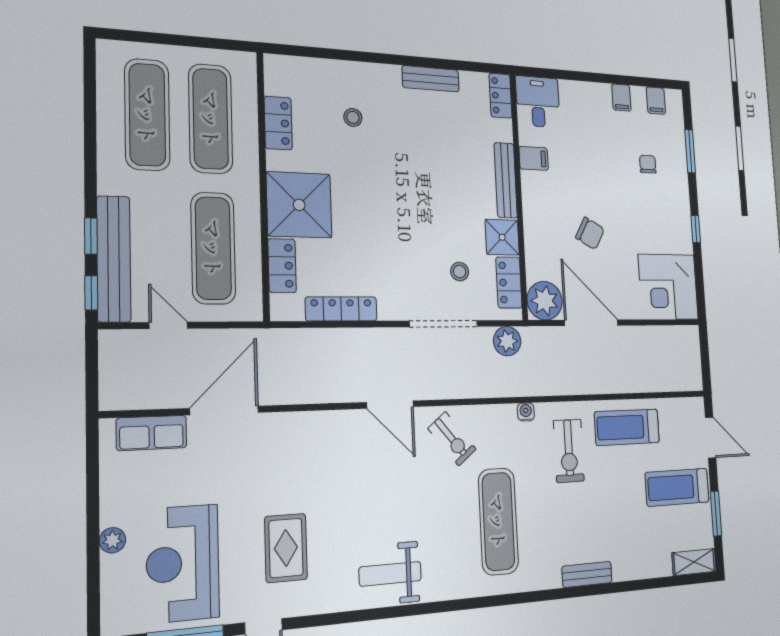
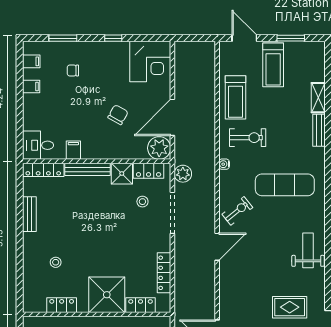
locker: (501, 96) -> (43, 170), width x1.53
door: (711, 438) -> (244, 38), hinge flipped
shelving: (694, 562) -> (318, 98), moved
weight bench: (390, 574) -> (308, 250), turned 180

